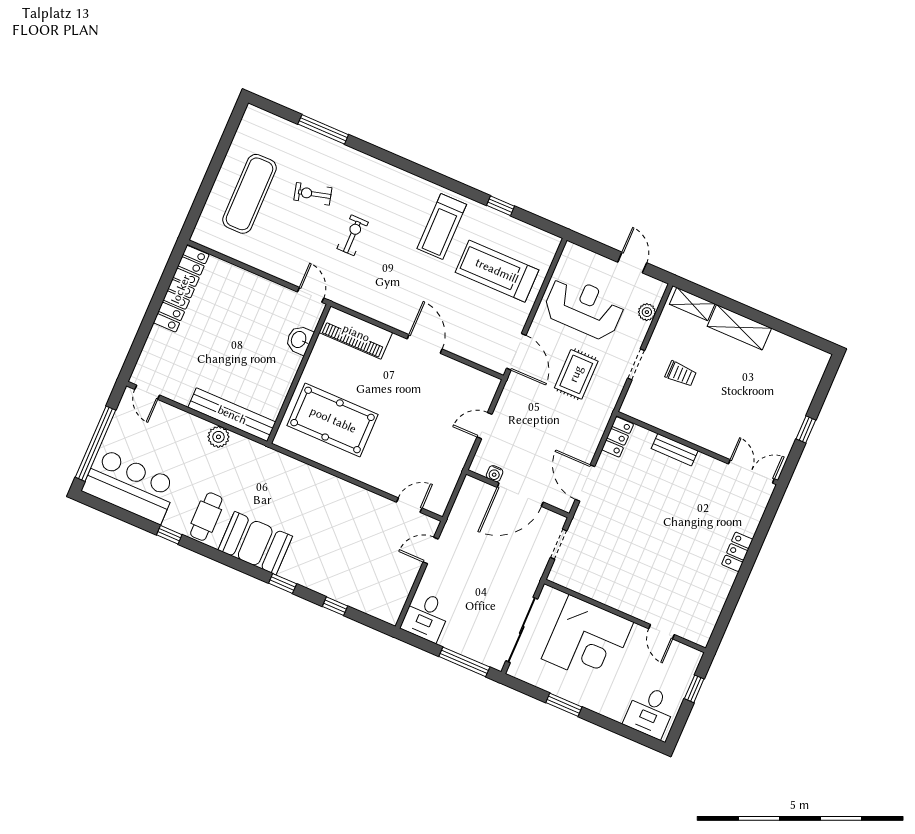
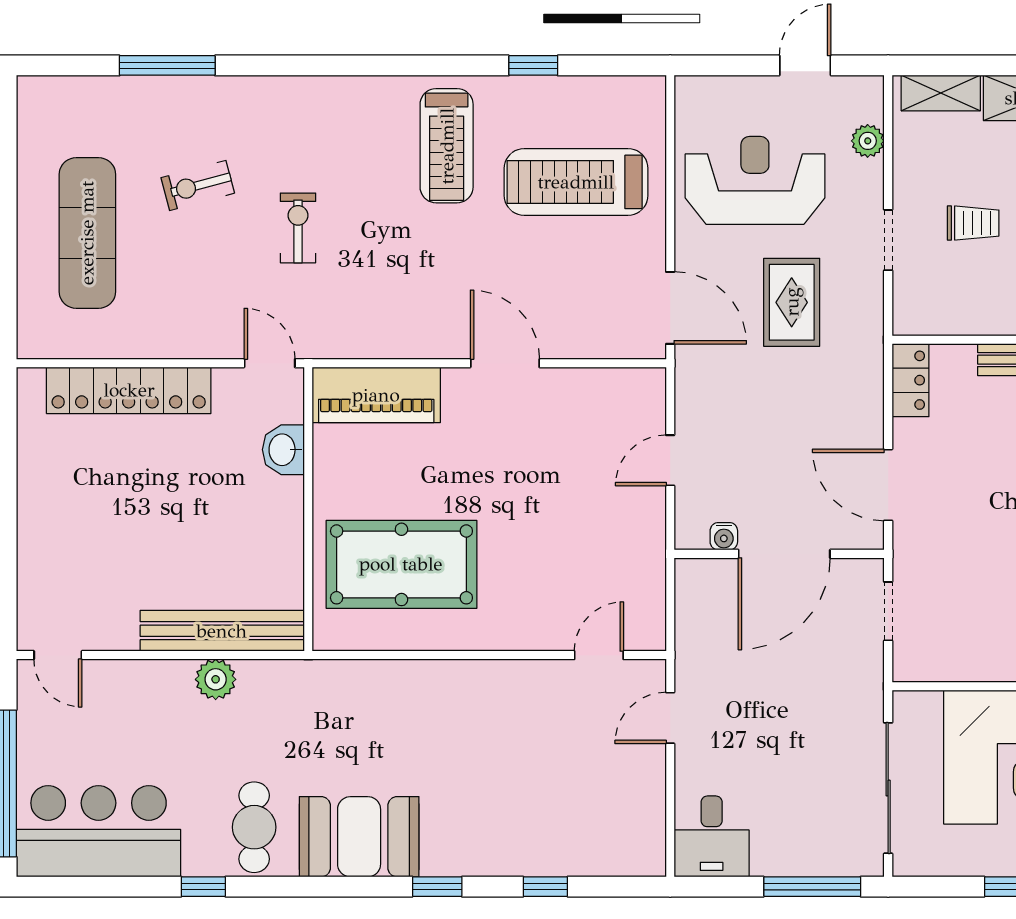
door: (632, 262) -> (805, 65), hinge flipped
locker: (181, 289) -> (129, 390), moved, turned 90

